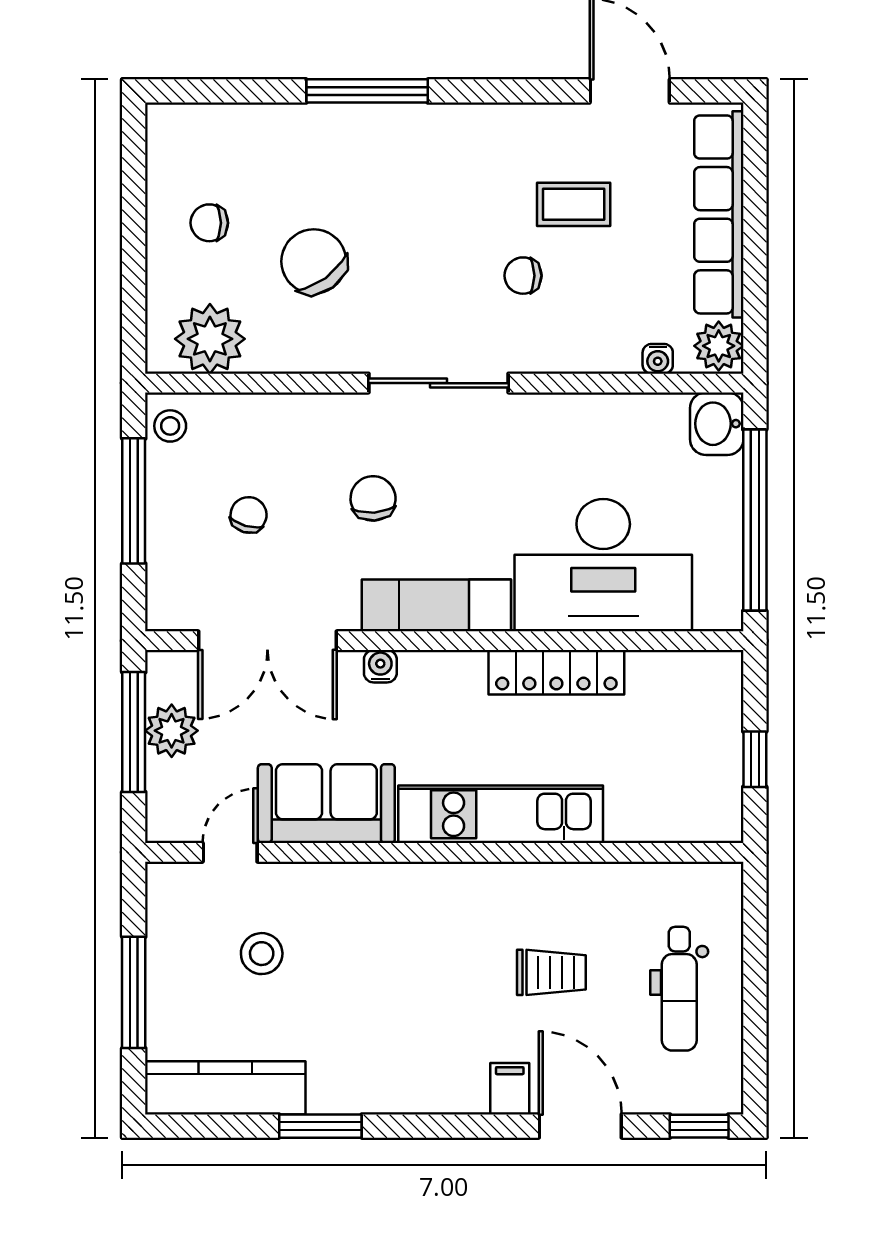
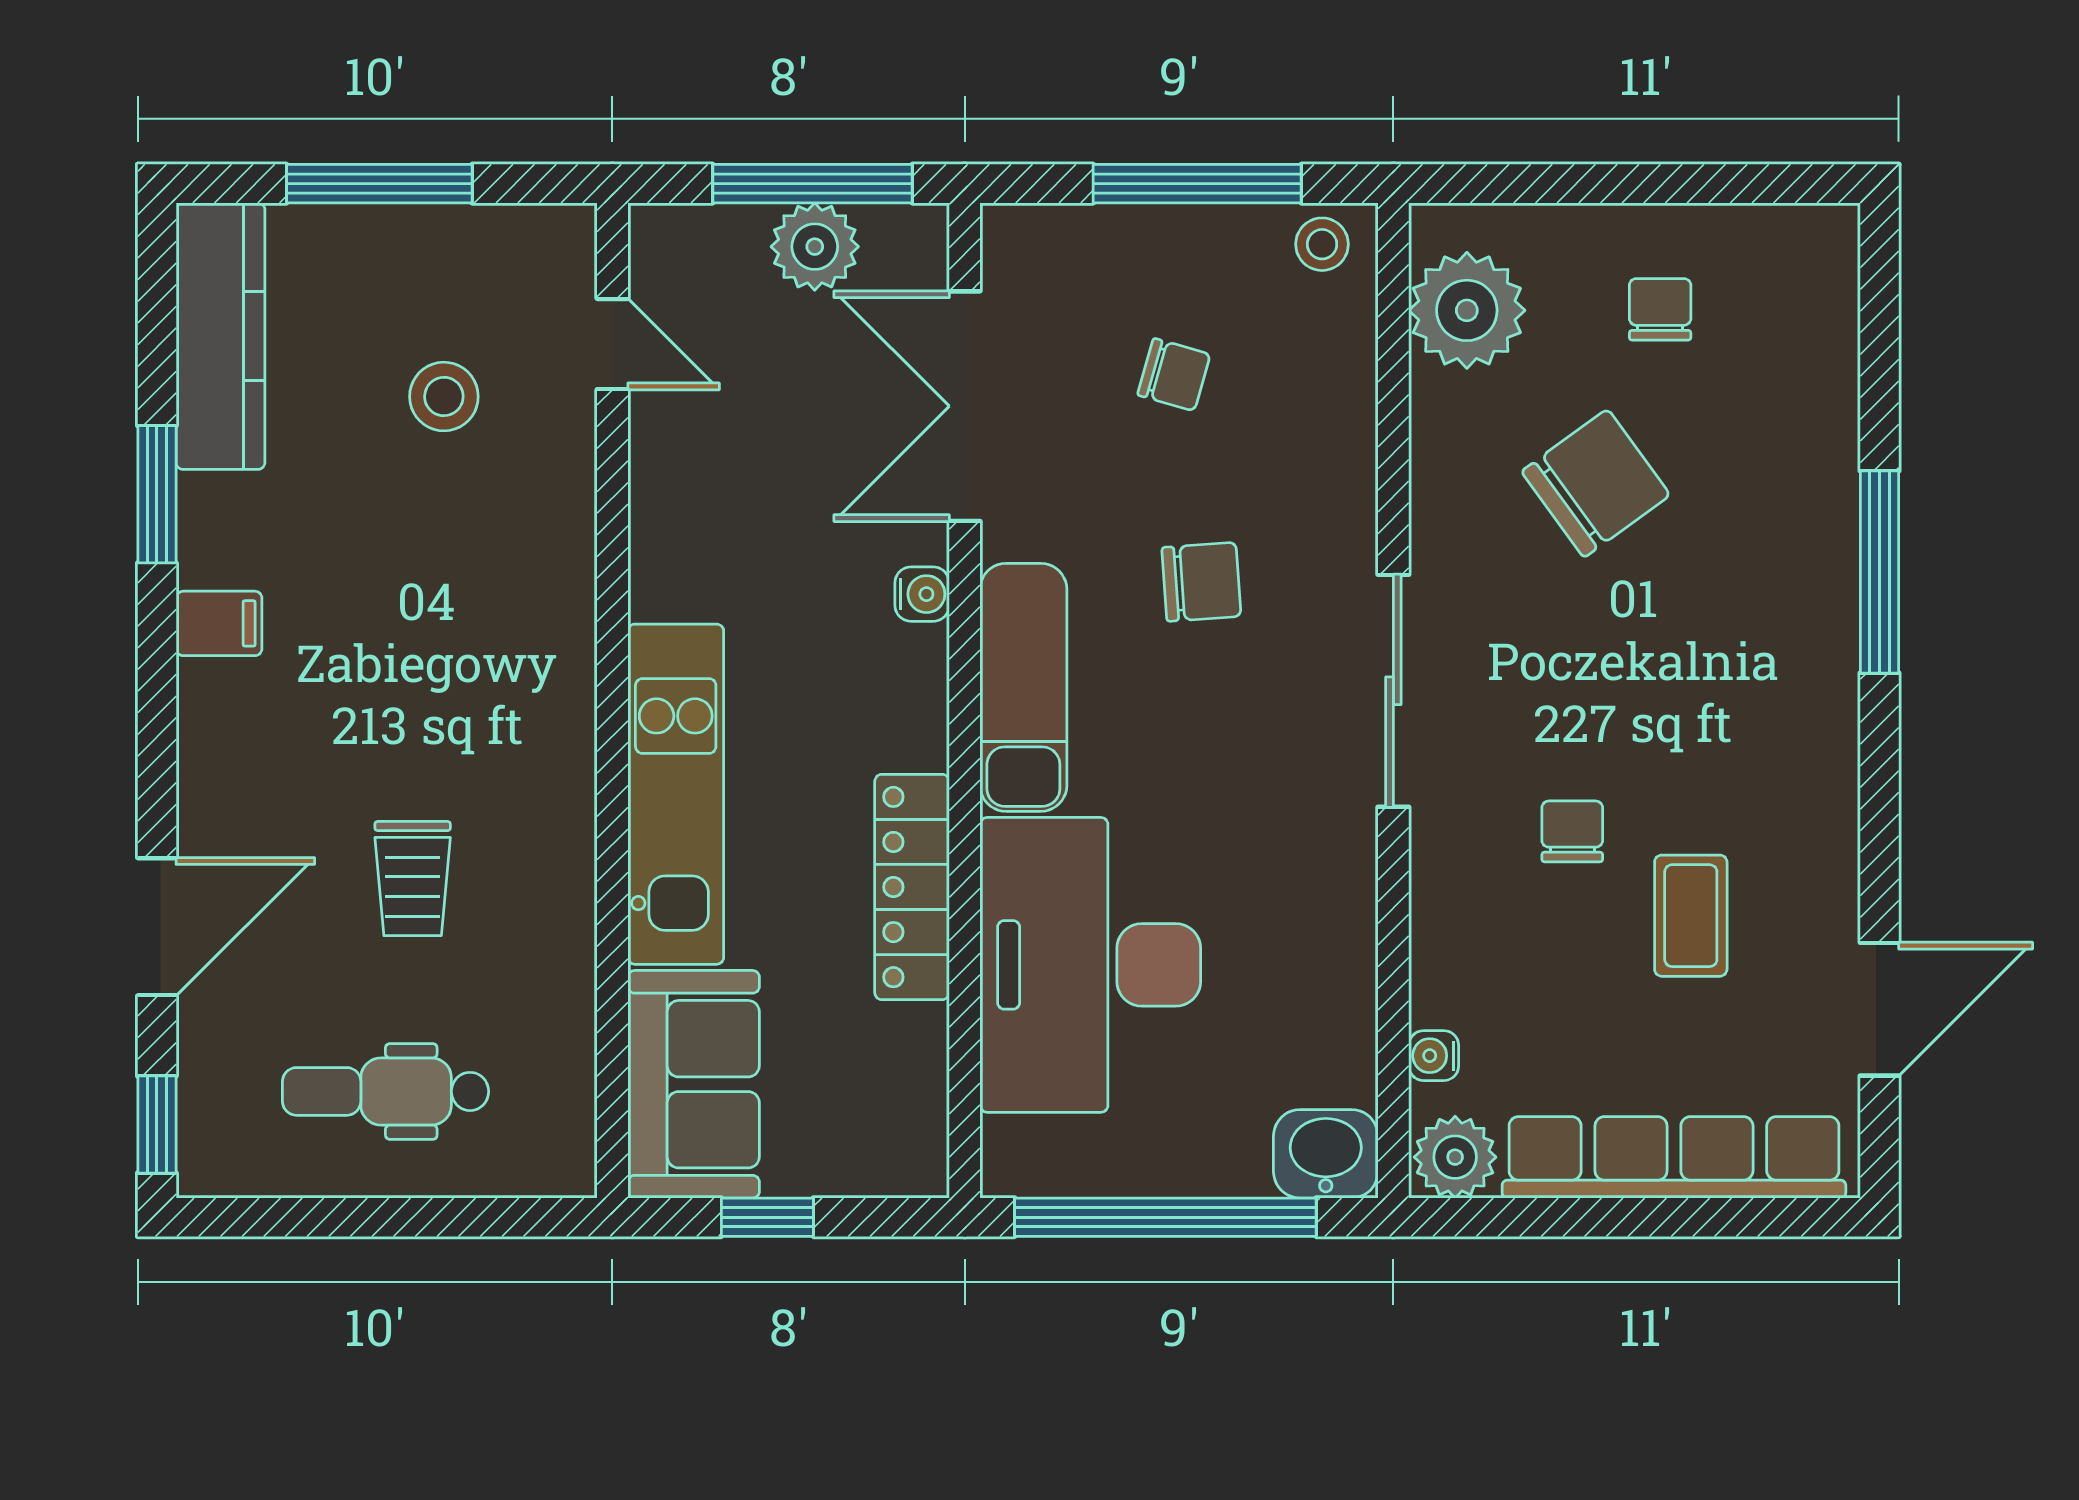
sofa: (326, 804) -> (694, 1084), moved
filing cabinet: (510, 1089) -> (219, 623), moved

